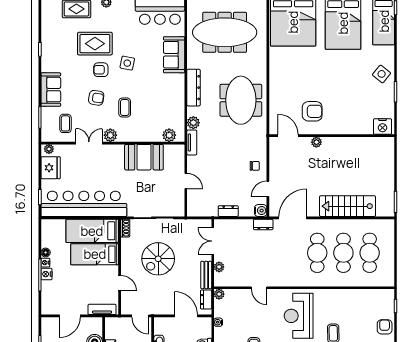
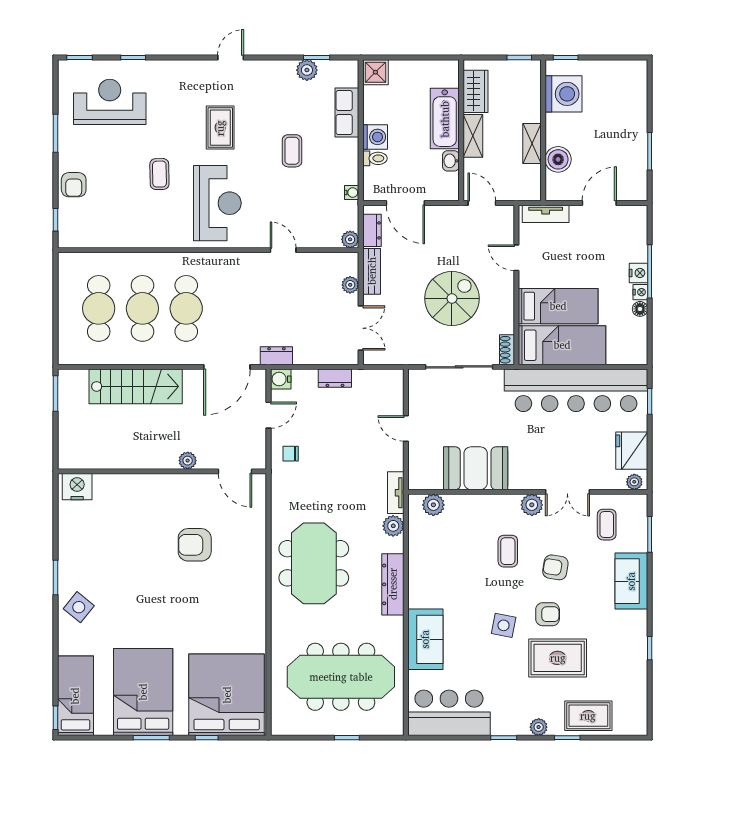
nightstand: (383, 126) -> (77, 487), moved
door: (288, 136) -> (235, 471), moved
wall: (332, 136) -> (162, 471), moved
plant: (316, 142) -> (188, 461), moved

